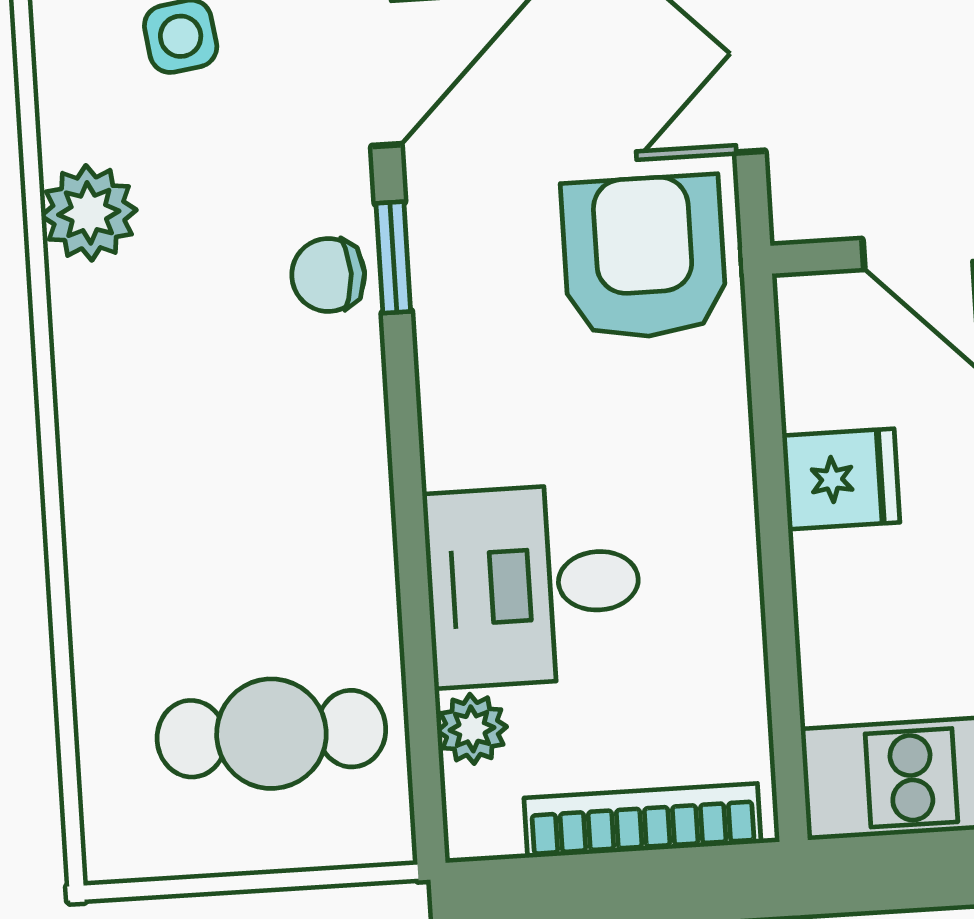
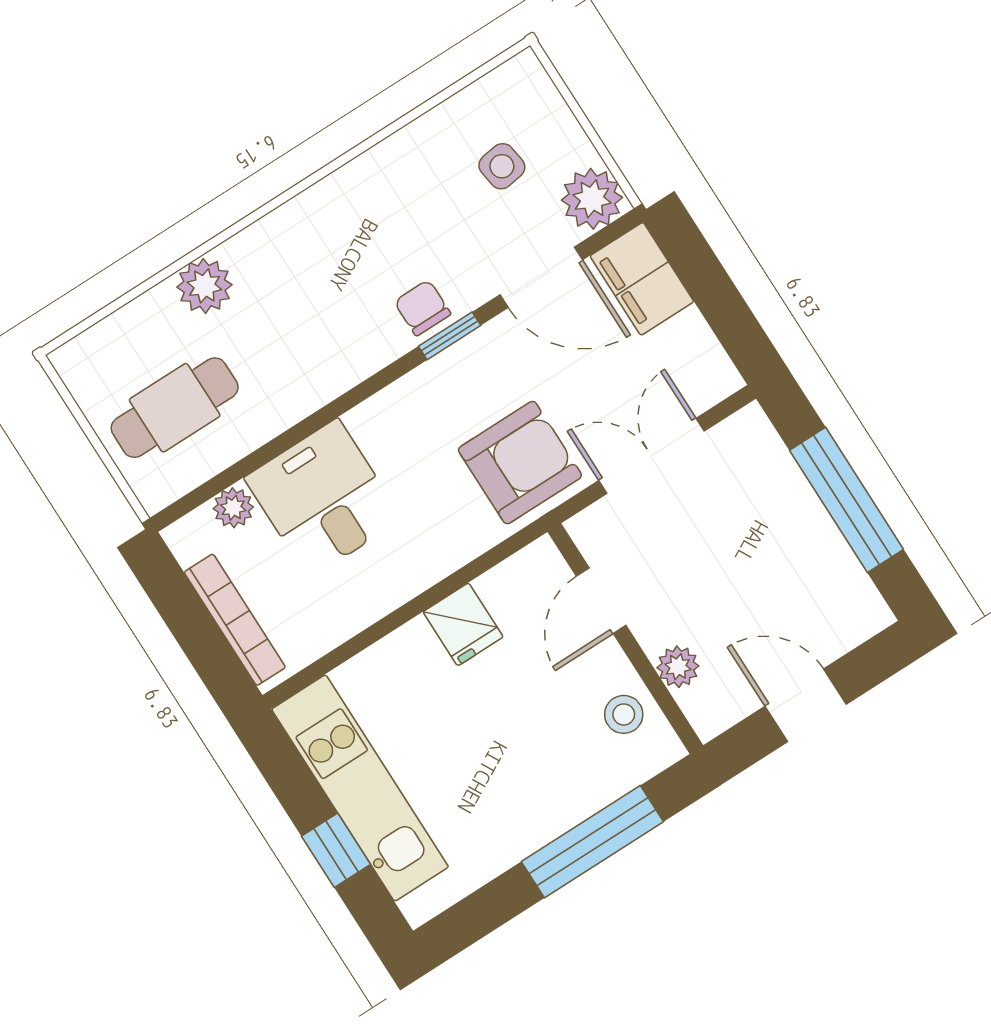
plant: (89, 213) -> (204, 286), moved
cafe table: (271, 734) -> (175, 408), turned 90

